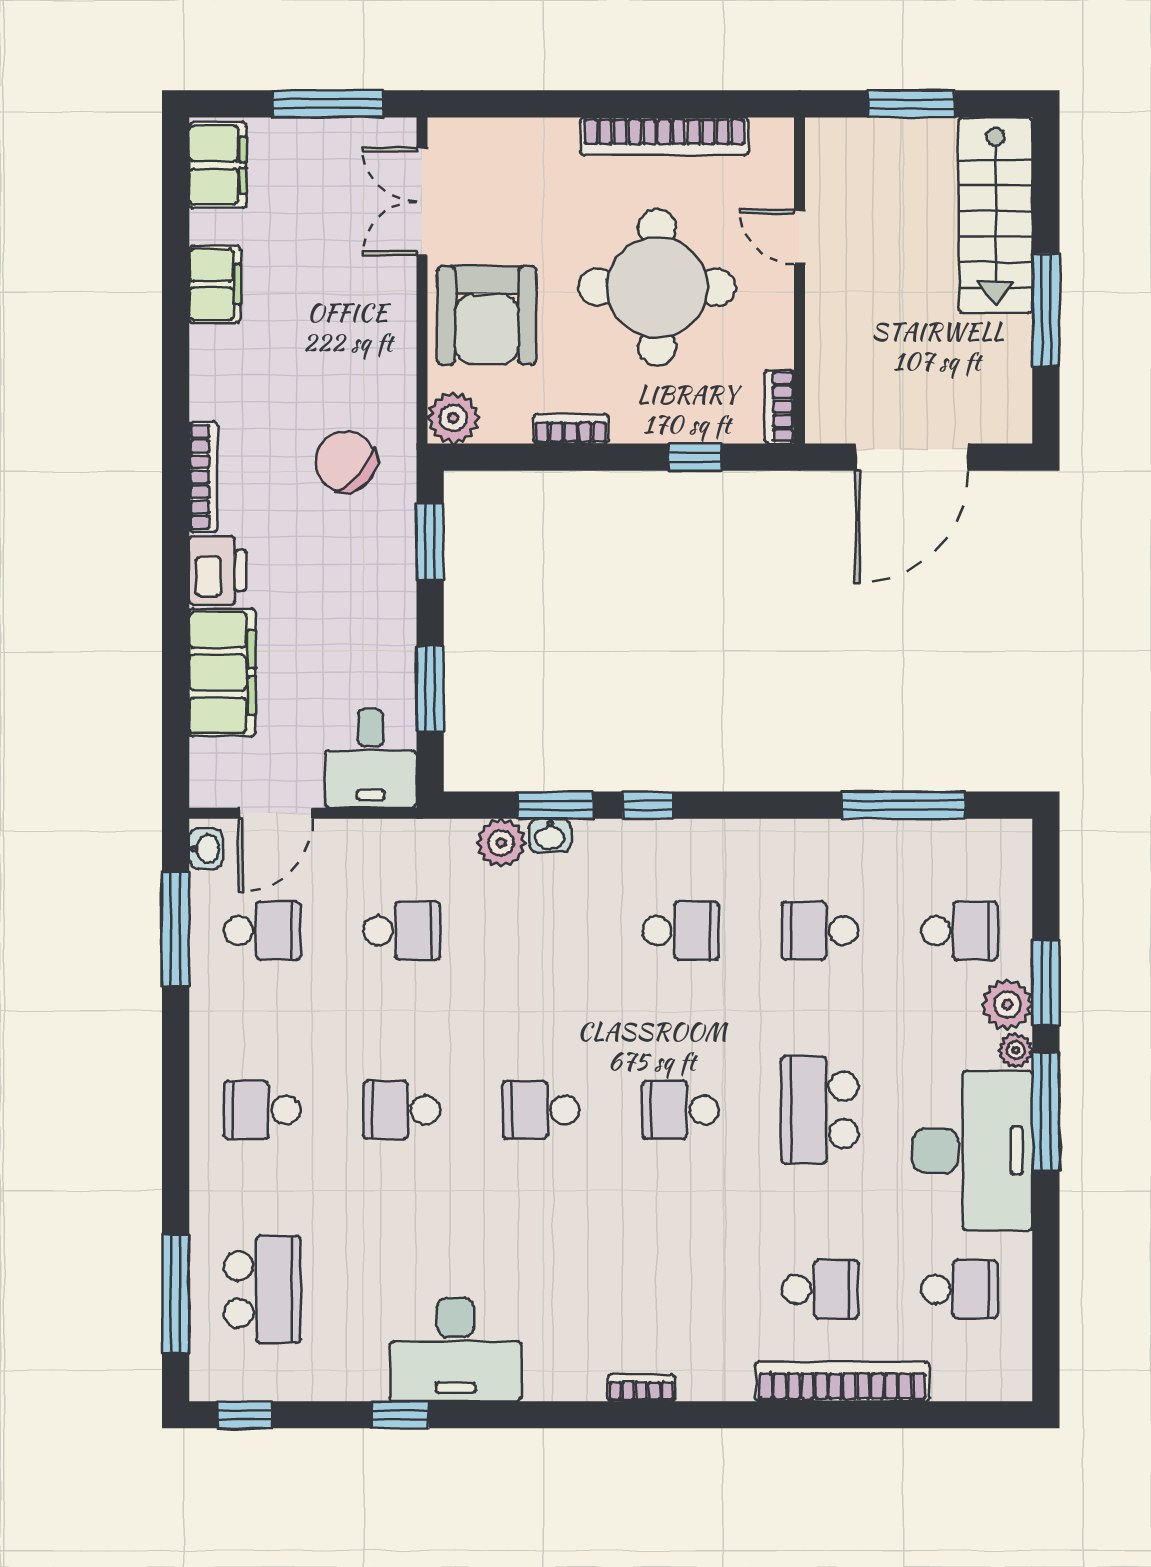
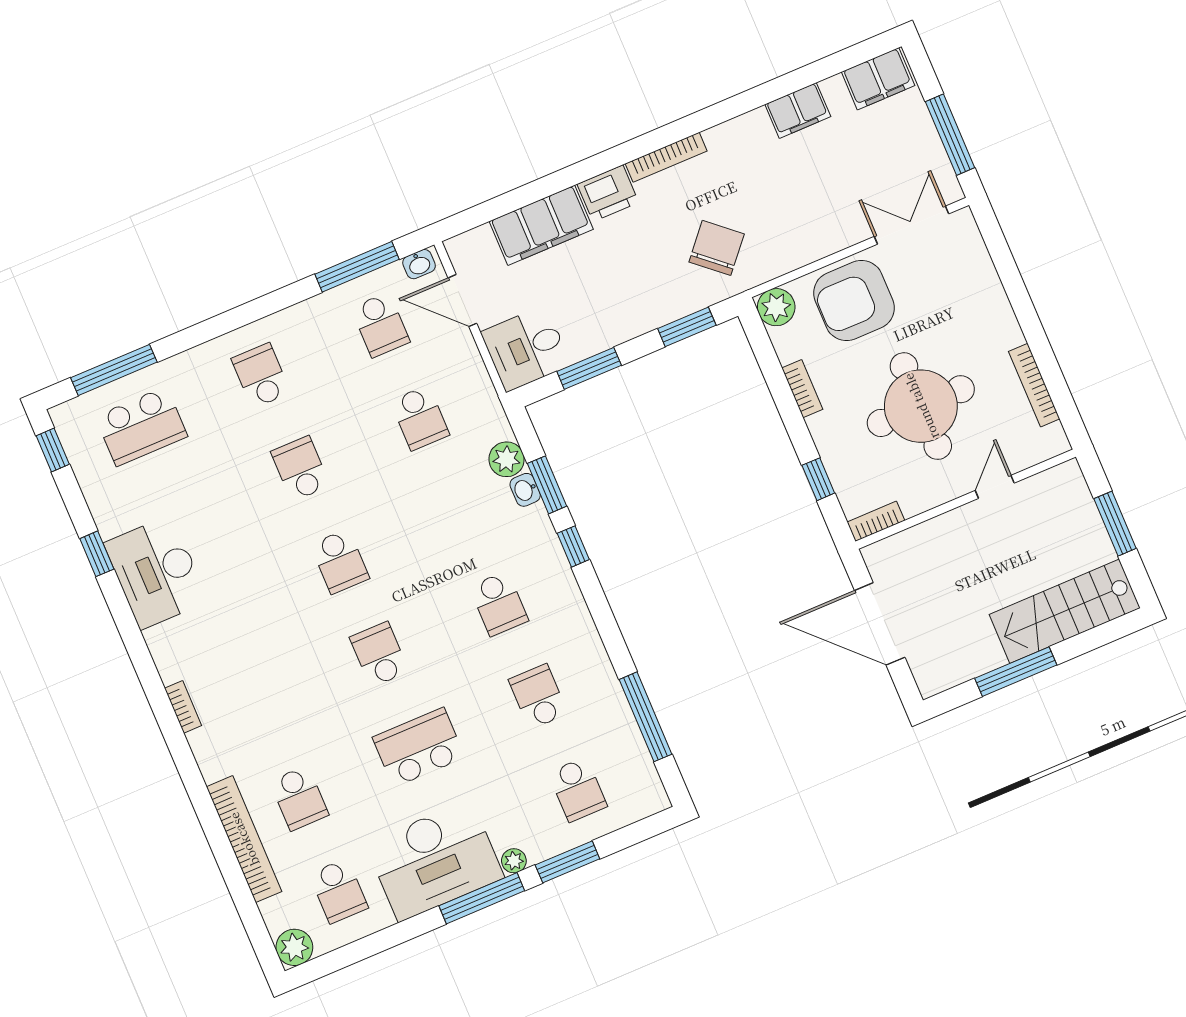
bookcase: (664, 136) -> (1034, 385), width x0.68, depth x0.76
plant: (1007, 1004) -> (294, 947), moved
school desk: (541, 1110) -> (340, 561), turned 180

